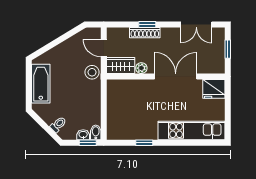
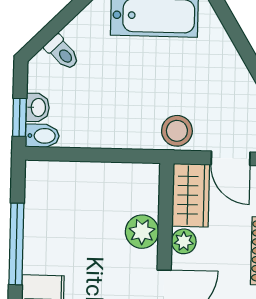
door: (104, 48) -> (231, 158), swing flipped
plant: (137, 87) -> (142, 232), added
window: (144, 143) -> (16, 244), width x2.17

